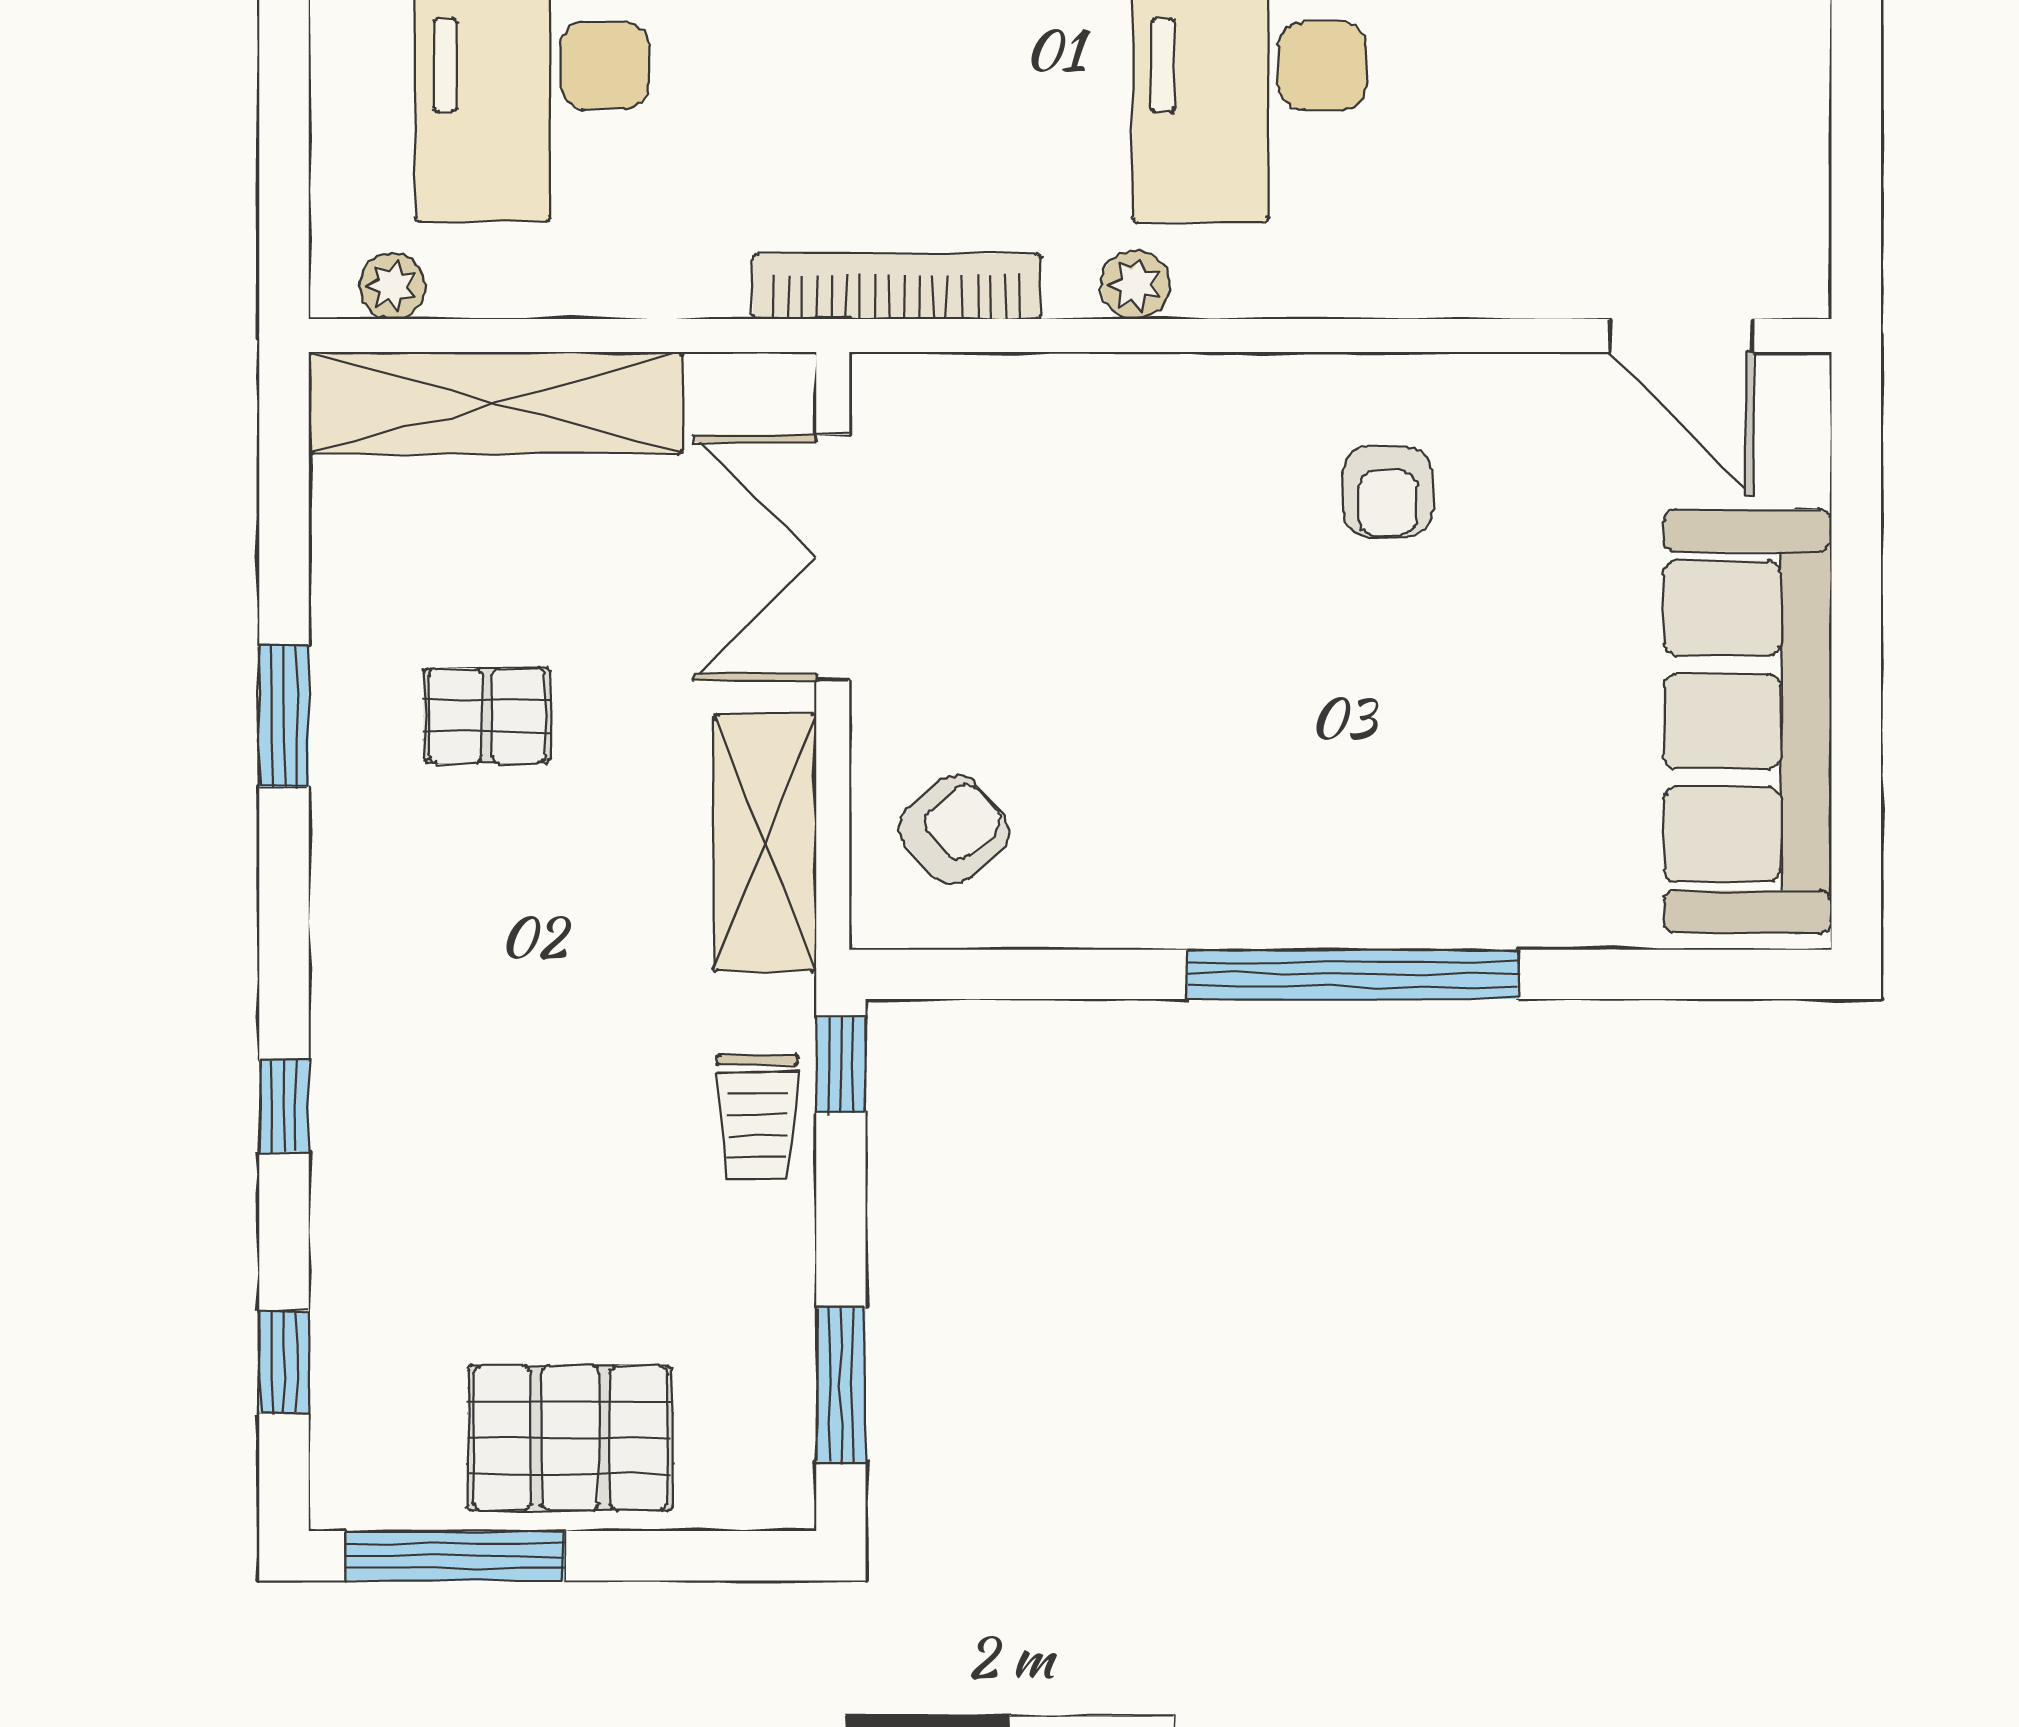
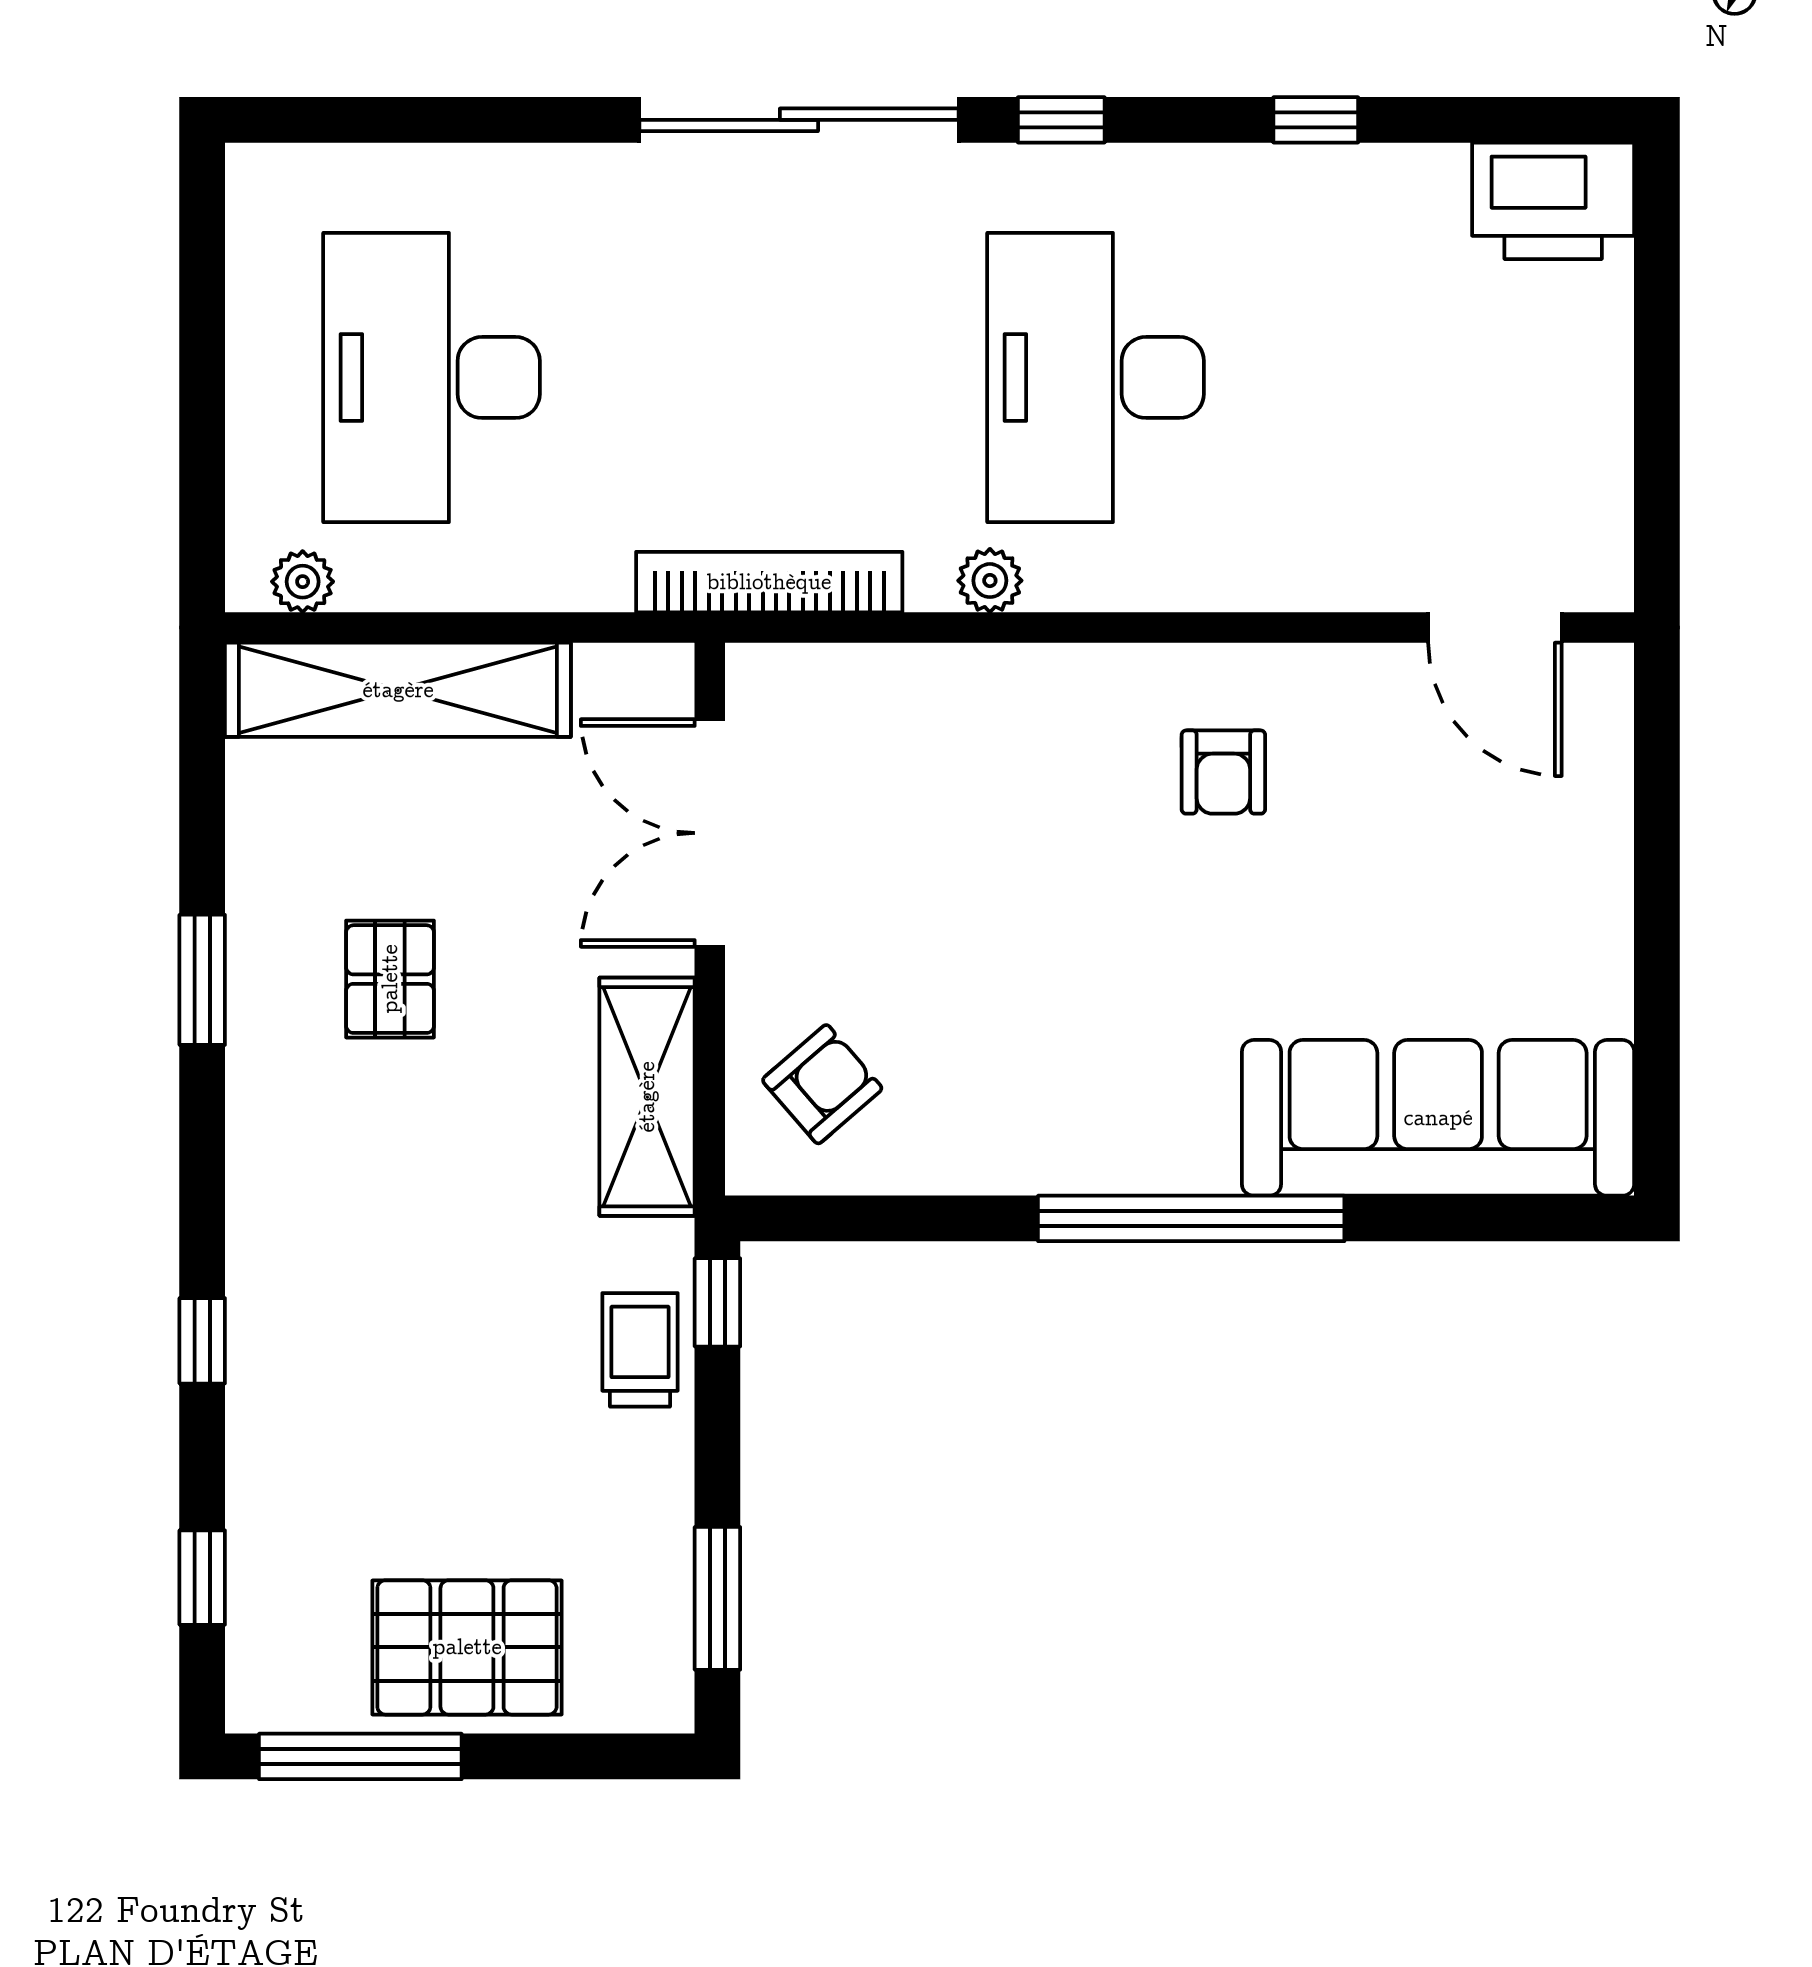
pallet: (487, 716) -> (390, 979), turned 90
sofa: (1747, 721) -> (1438, 1118), moved, turned 90
trolley: (757, 1116) -> (640, 1350), turned 180

